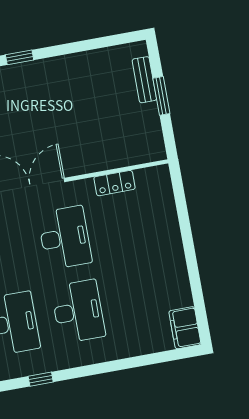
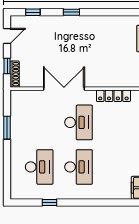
locker: (114, 183) -> (113, 96), width x1.53

